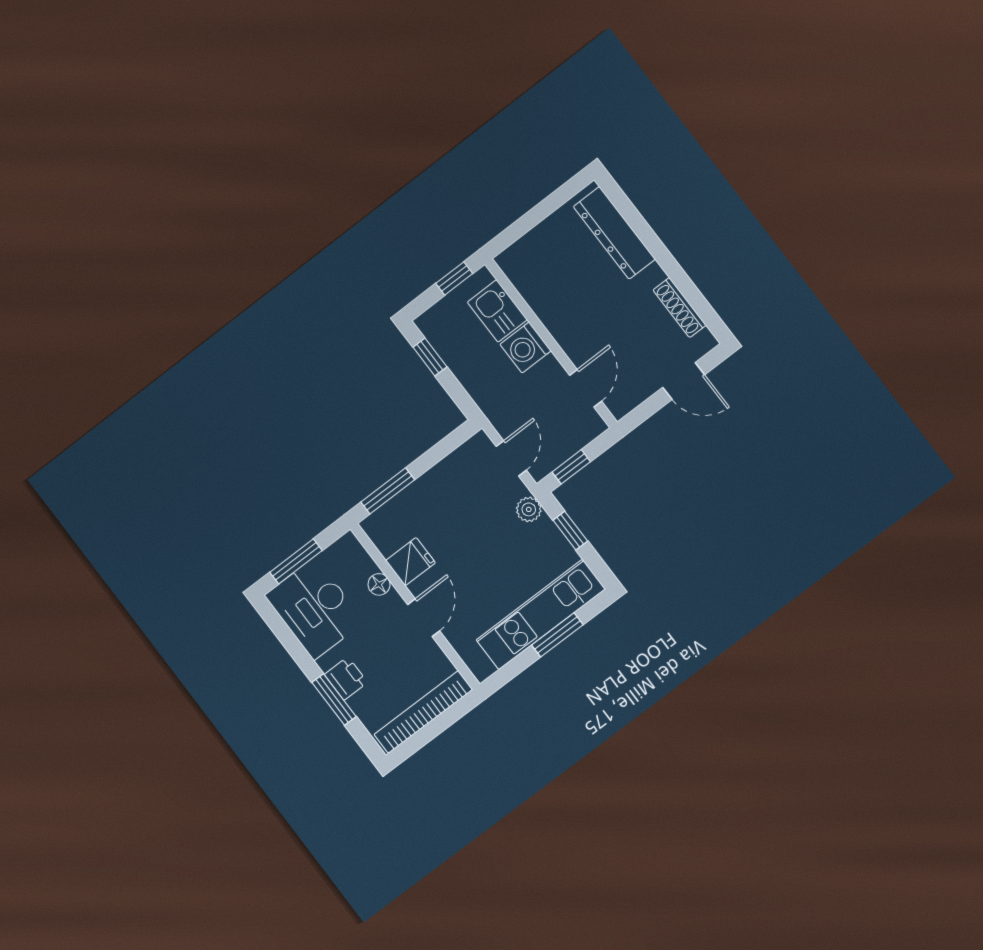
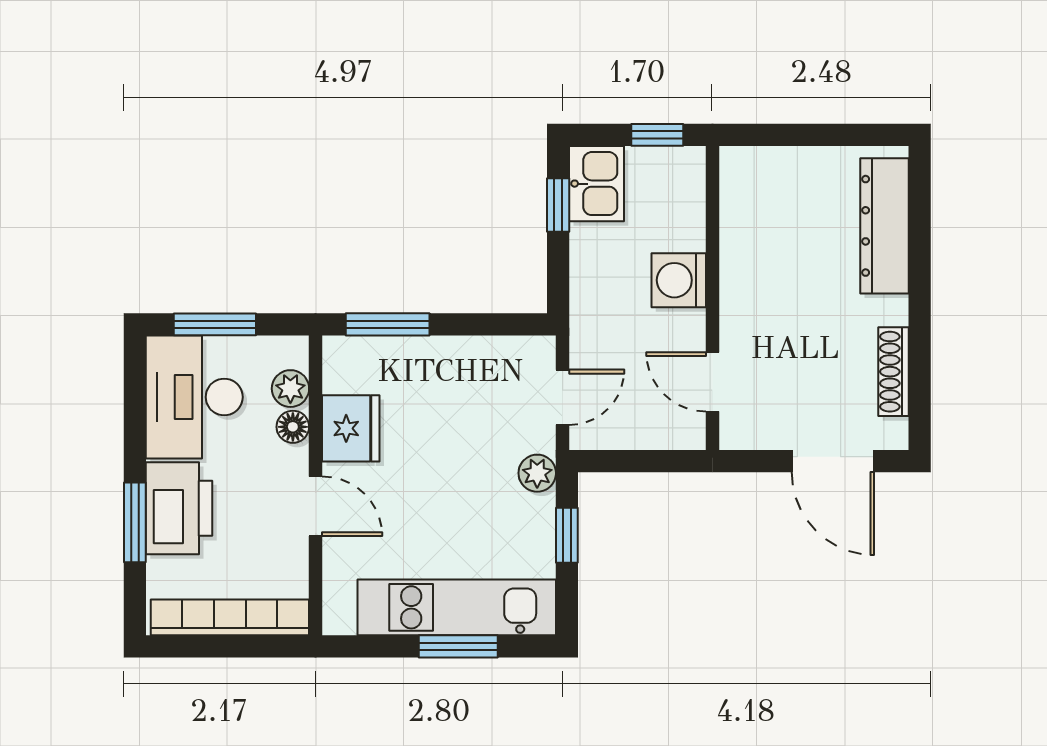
kitchen sink: (497, 311) -> (596, 184), moved, turned 180
door: (684, 381) -> (833, 461), width x1.38
door: (586, 388) -> (712, 382), swing flipped
window: (571, 467) -> (625, 461), removed
fridge: (411, 562) -> (351, 428), width x1.38
plant: (362, 565) -> (290, 389), added
door: (424, 618) -> (316, 506), hinge flipped
printer: (346, 678) -> (179, 508), width x1.87, depth x1.48

